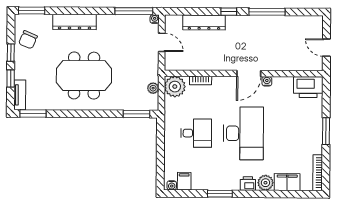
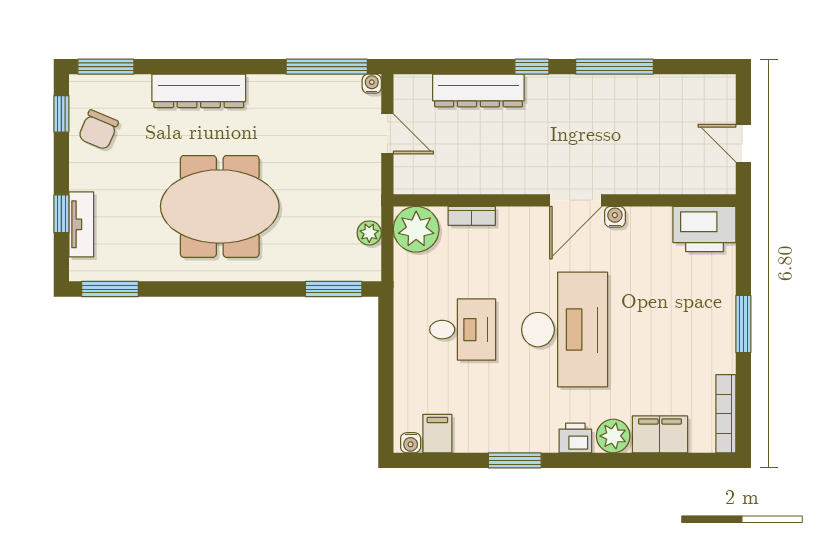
window: (11, 53) -> (61, 114), moved
tv unit: (20, 95) -> (81, 224), moved

